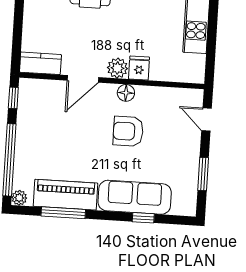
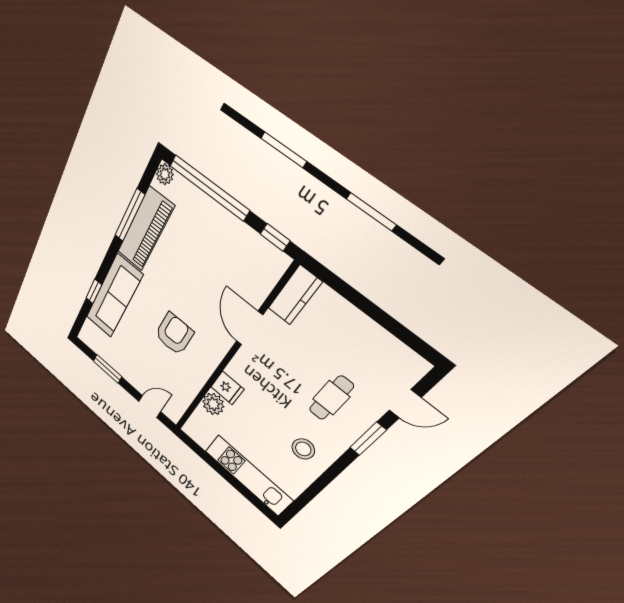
plant: (117, 68) -> (213, 404), moved
floor lamp: (126, 93) -> (211, 359), removed

